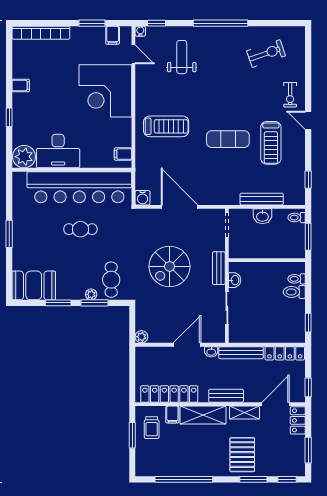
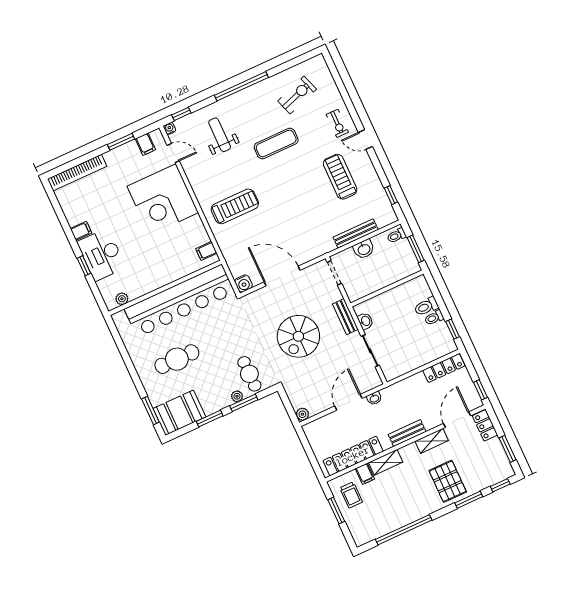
exercise mat: (228, 139) -> (276, 143), moved
treadmill: (271, 143) -> (340, 177), turned 180
desk: (58, 151) -> (101, 255), moved, turned 90
plant: (24, 157) -> (122, 299), width x0.53, depth x0.53
cafe table: (80, 229) -> (177, 359), moved, width x1.37, depth x1.35
window: (9, 234) -> (150, 411), moved
toilet: (297, 279) -> (434, 318), moved
bench: (241, 353) -> (403, 386), removed
shelving: (203, 415) -> (386, 462), width x0.67, depth x0.75

